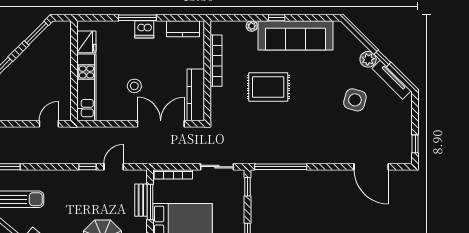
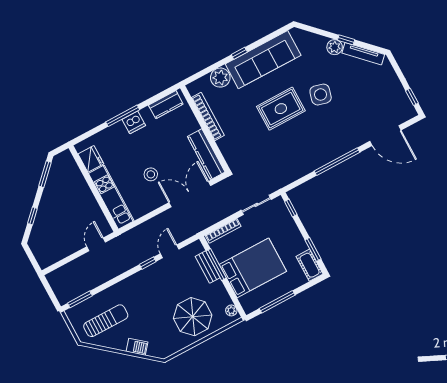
plant: (252, 26) -> (220, 78), width x1.88, depth x1.88
rug: (268, 87) -> (281, 109), moved
side table: (355, 100) -> (321, 95), moved
window: (281, 167) -> (337, 162), moved

